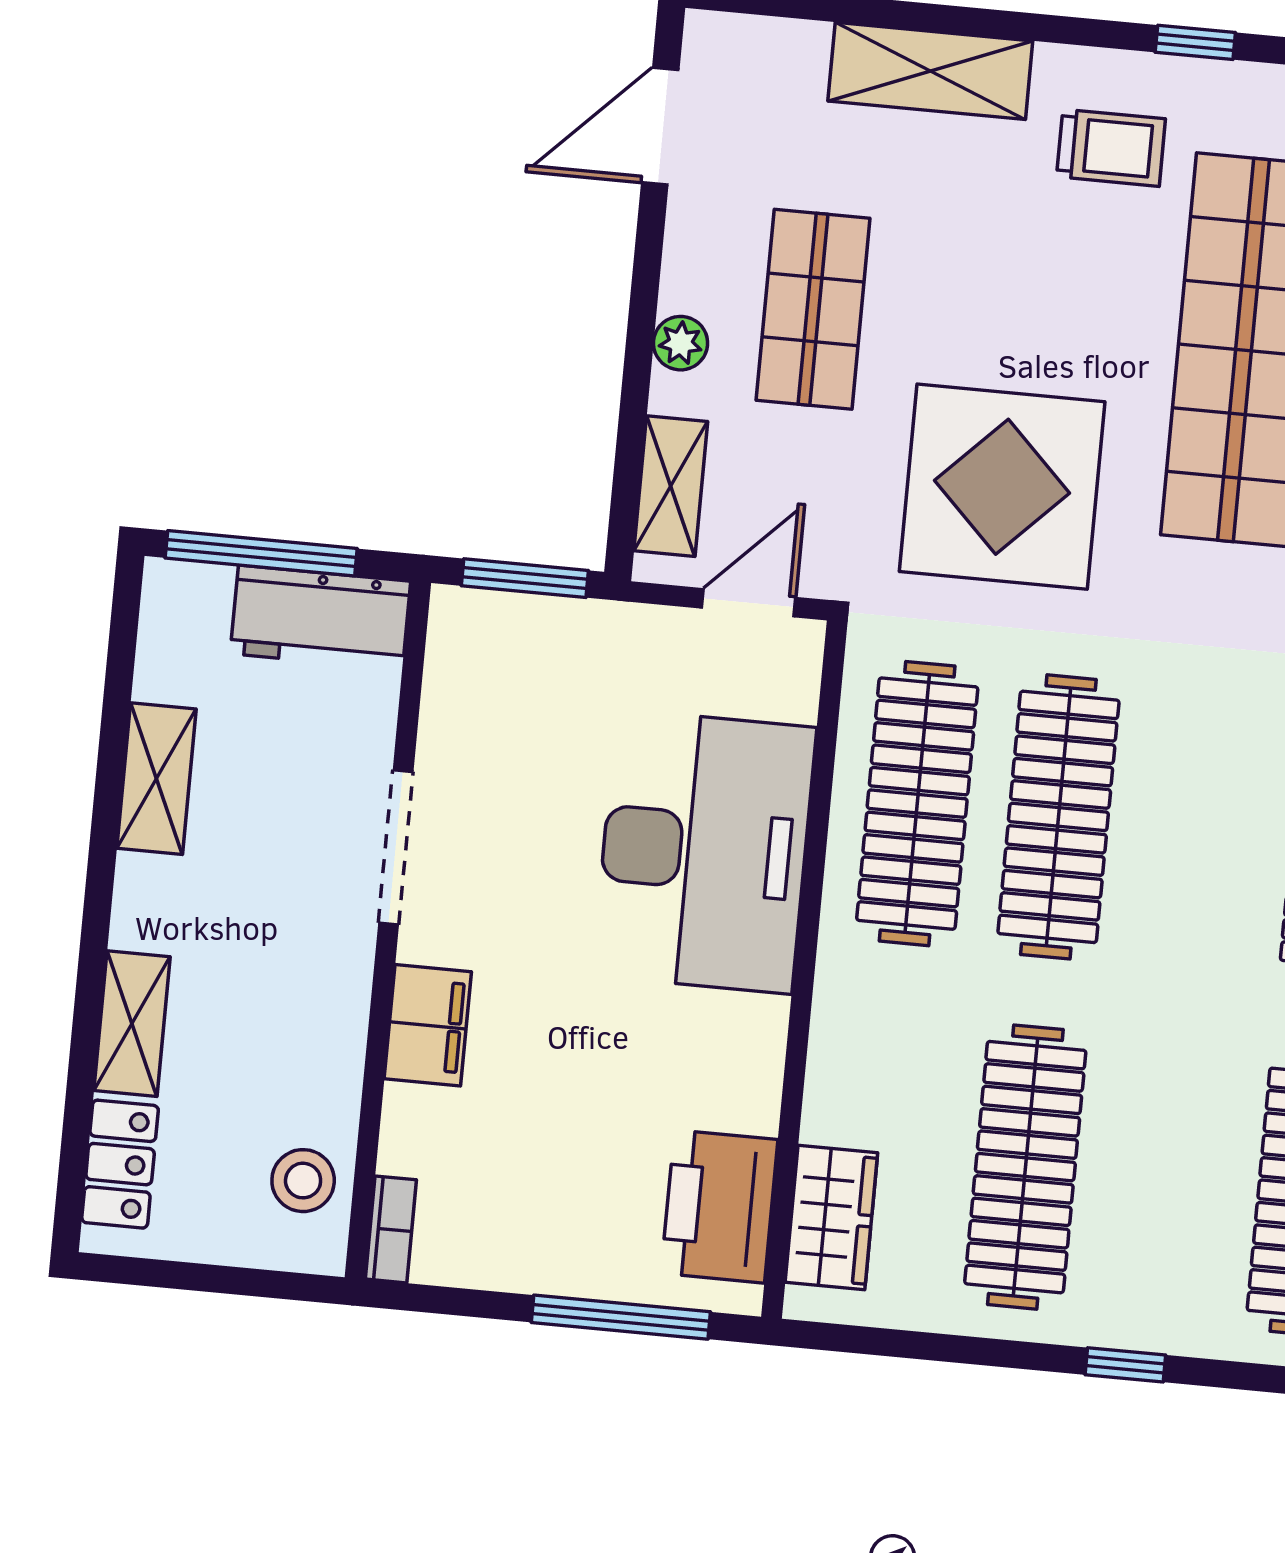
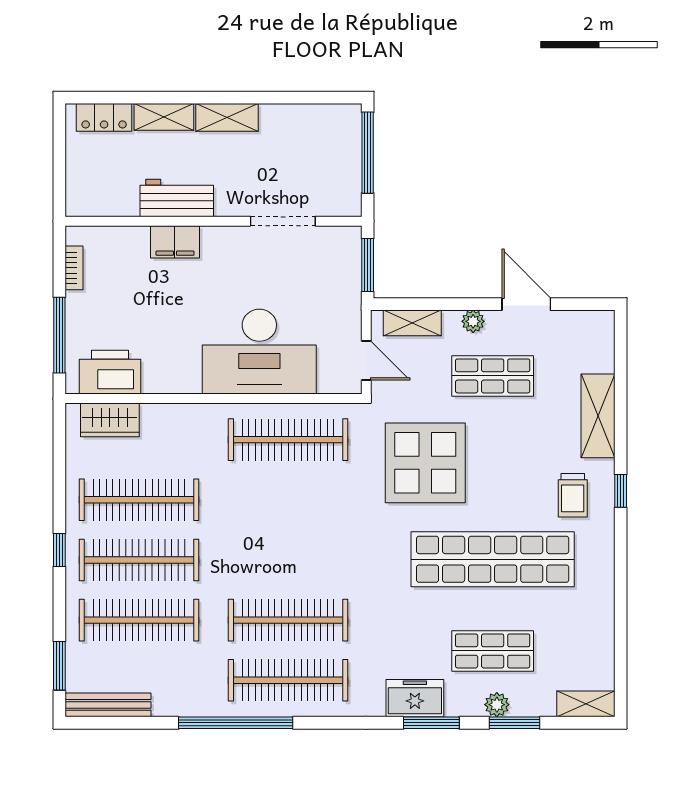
window: (1195, 42) -> (621, 491), moved
door: (660, 126) -> (526, 304), moved
workbench: (320, 617) -> (177, 198), moved, turned 90
shelving: (156, 779) -> (227, 117), moved
clothes rail: (1058, 817) -> (139, 560), moved
doorway: (396, 847) -> (283, 221), moved
stool: (303, 1181) -> (104, 195), removed
bookcase: (391, 1229) -> (74, 268), moved, turned -90

